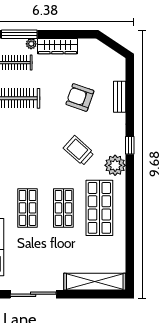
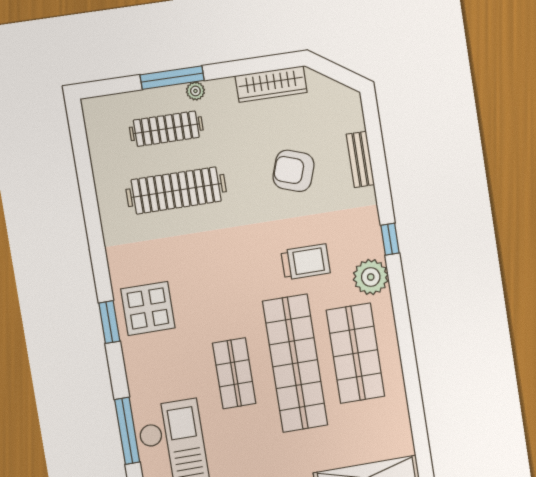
wardrobe: (57, 46) -> (271, 84), moved
trolley: (79, 151) -> (306, 262), turned 138
shop shelf: (63, 208) -> (295, 363), width x2.00, depth x1.36

